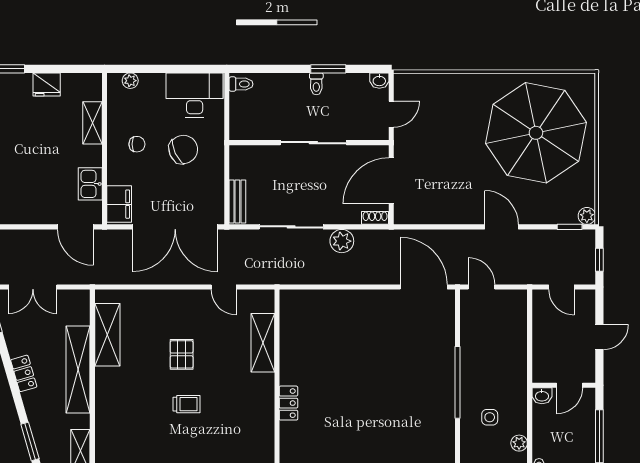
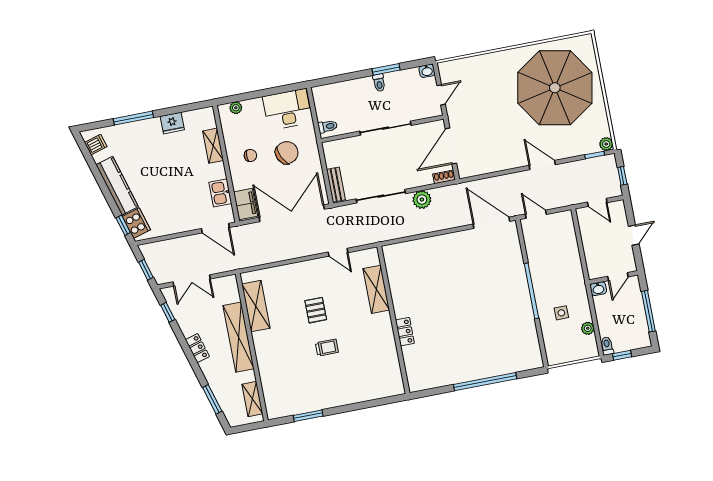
toilet: (241, 84) -> (328, 126), moved
double door: (175, 227) -> (292, 213), swing flipped

